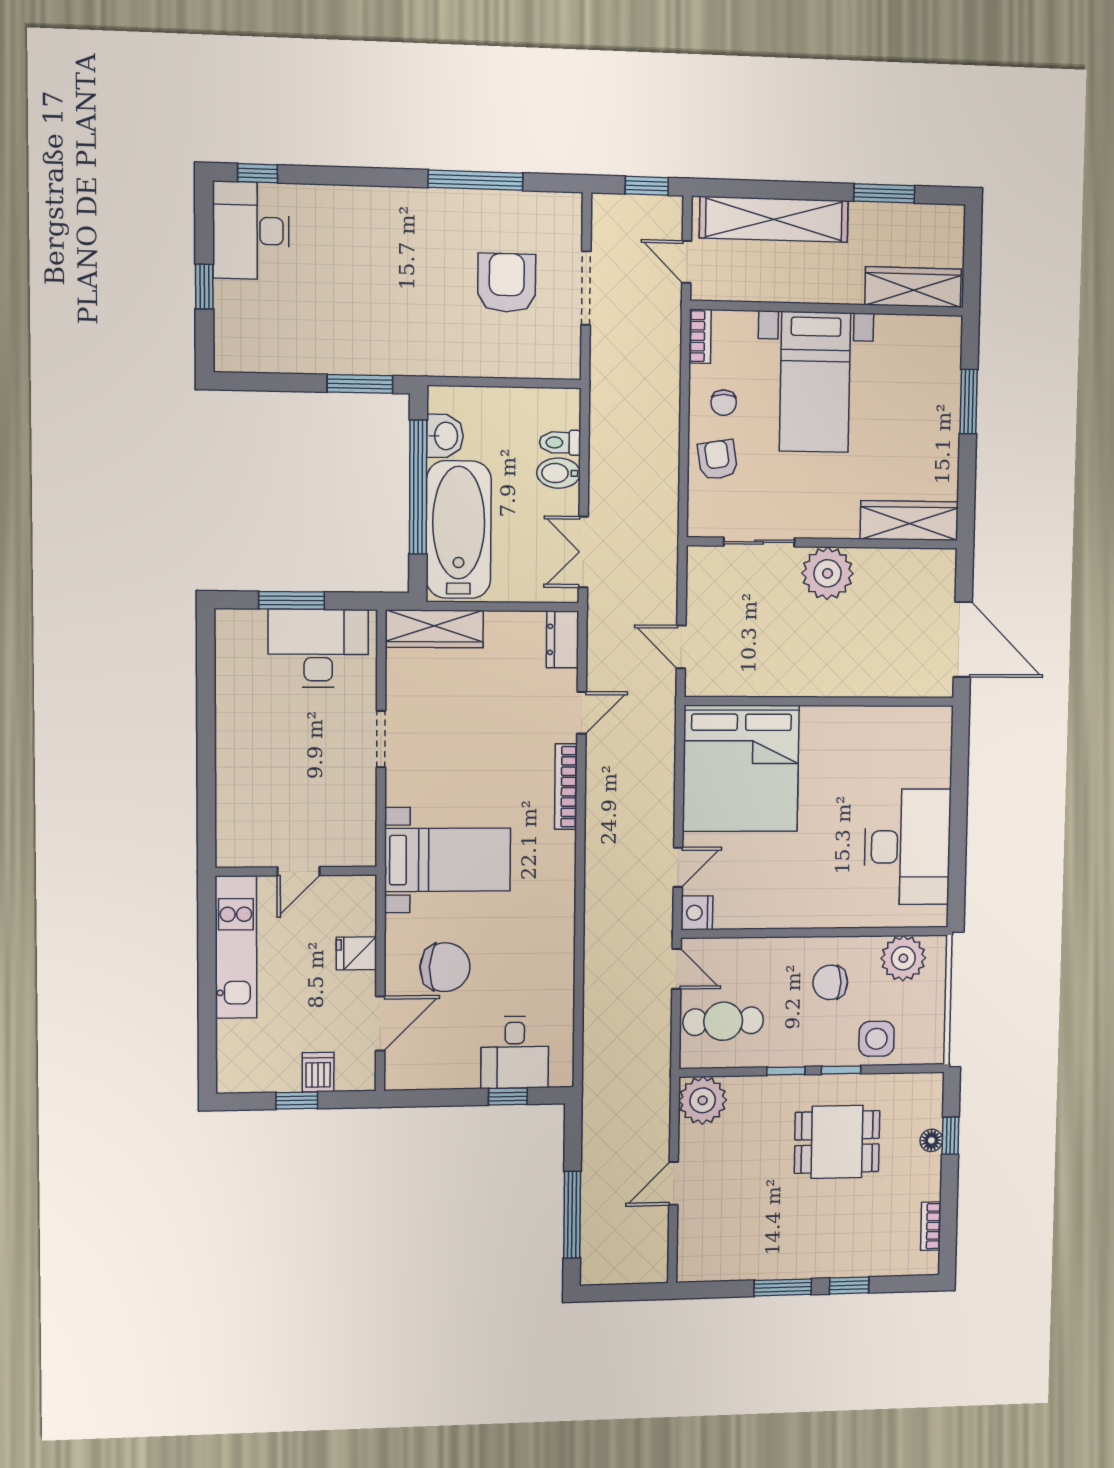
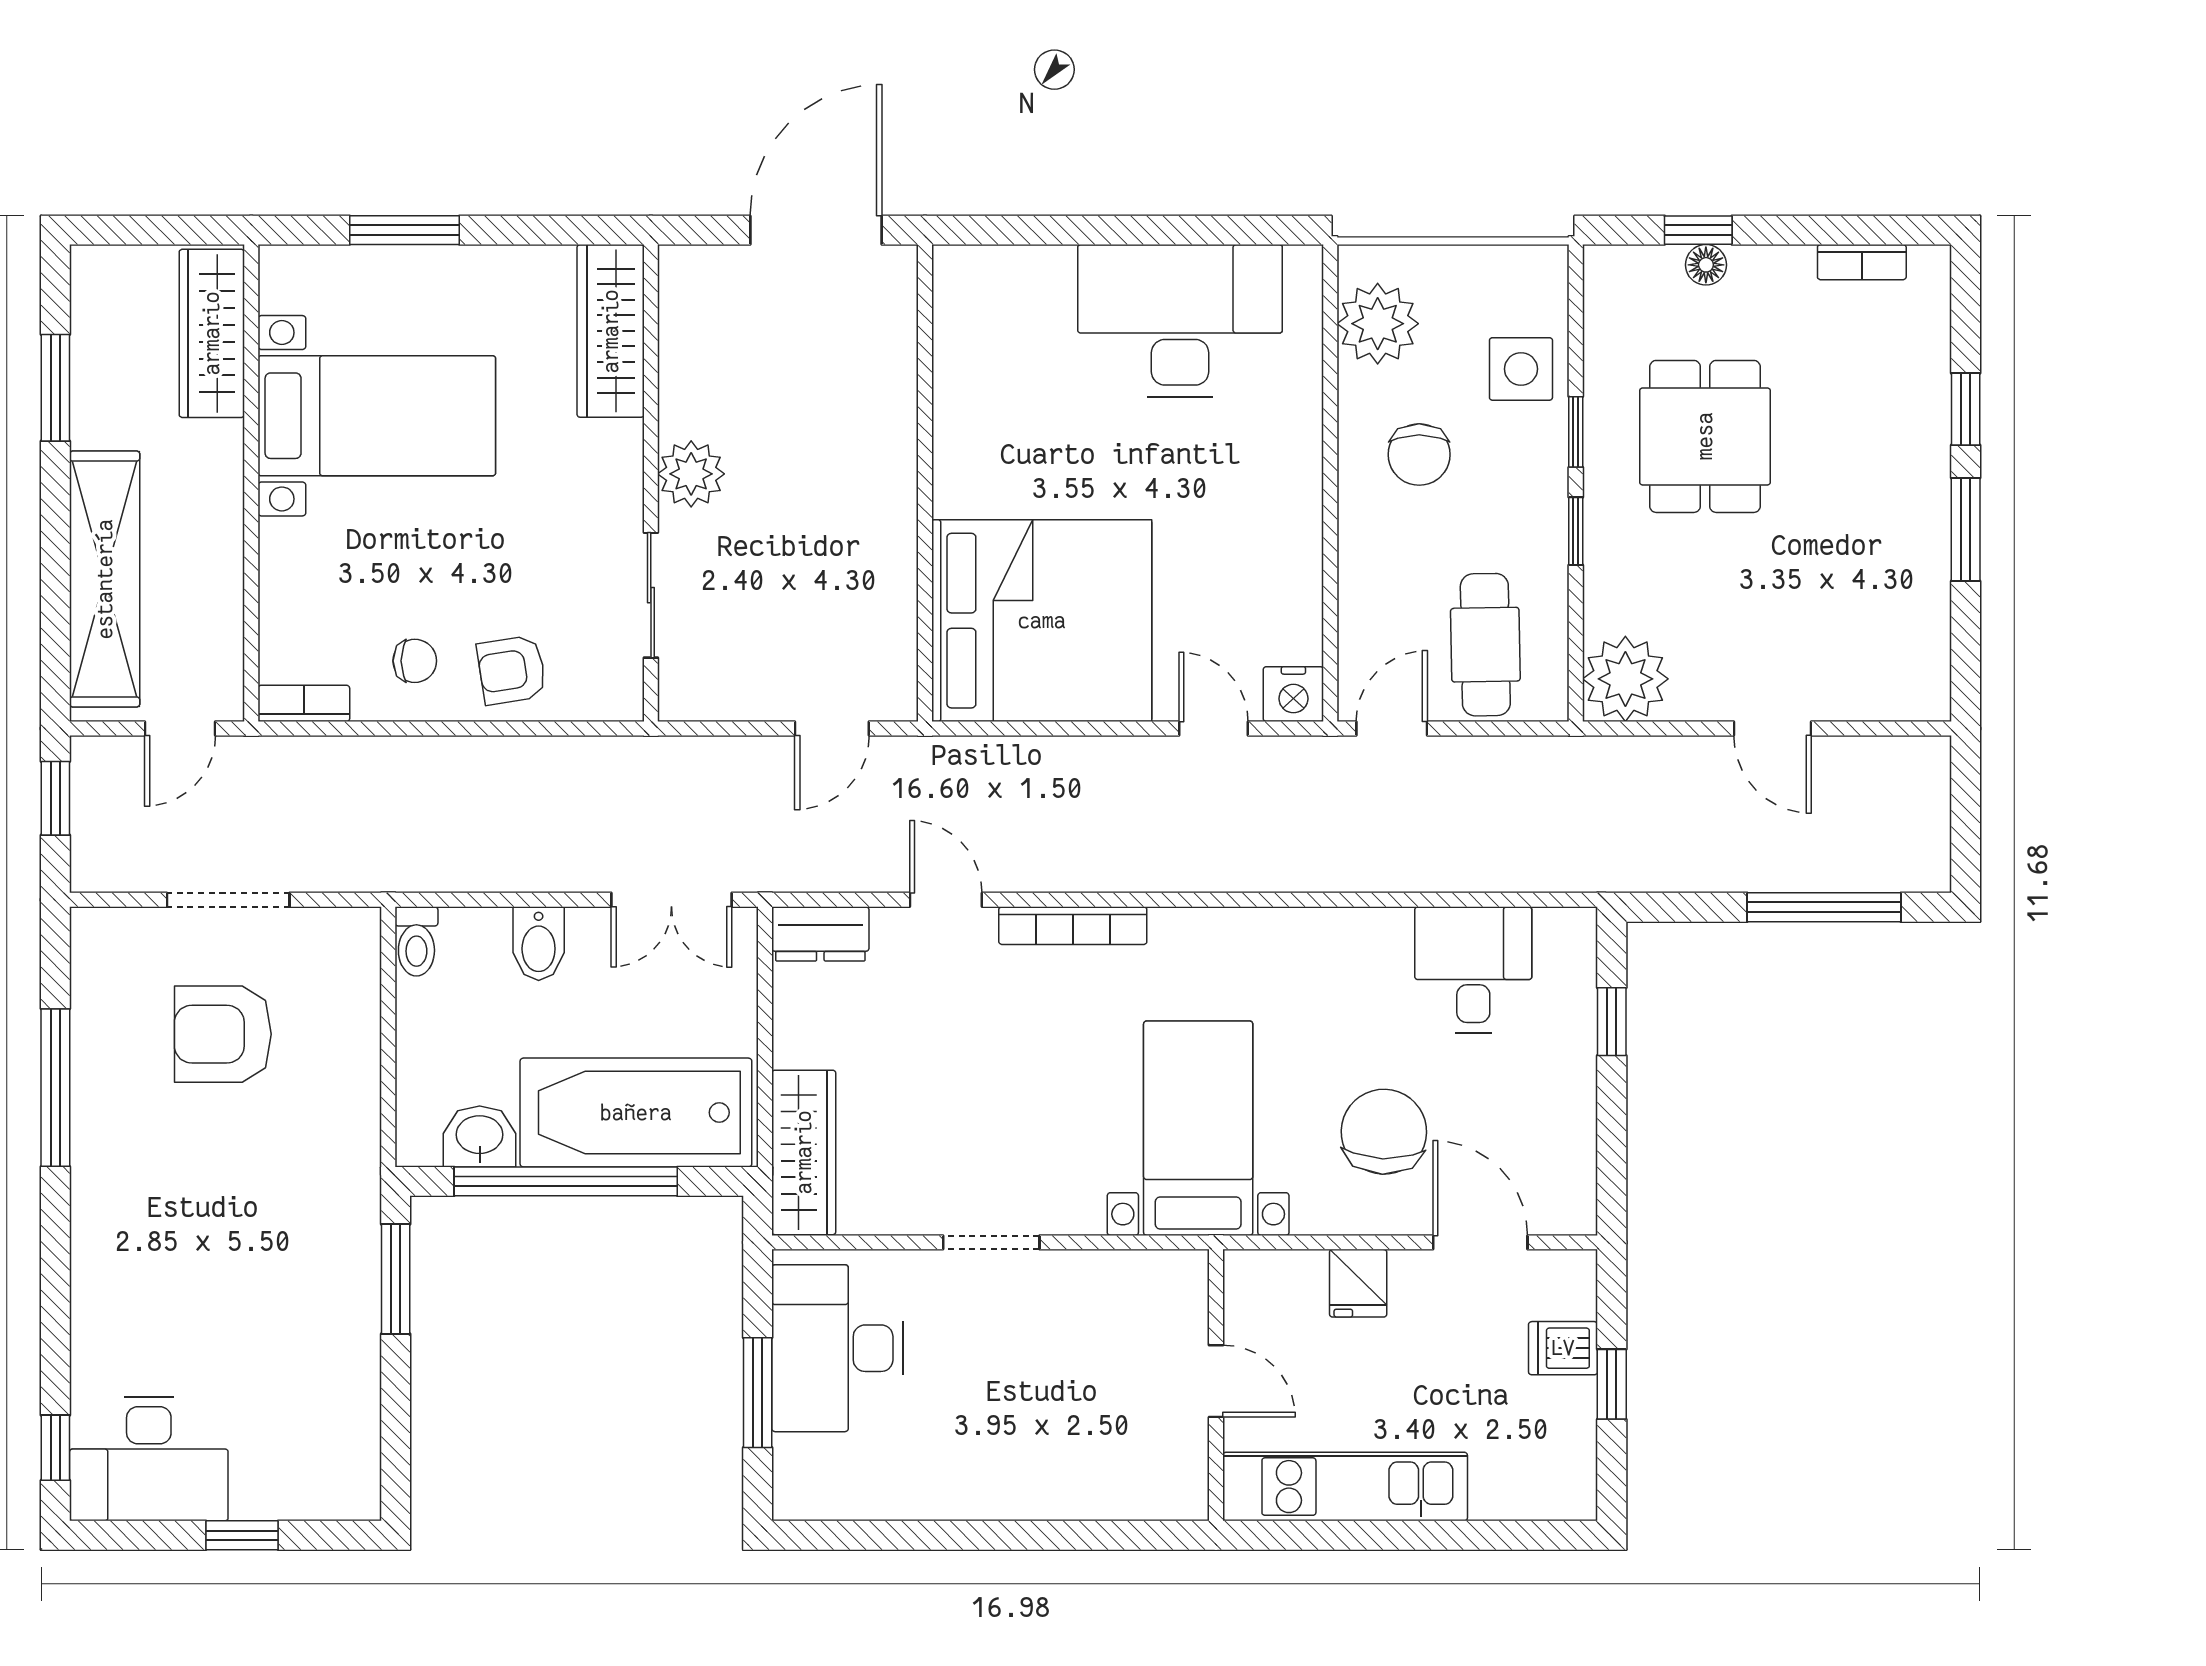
bed with nightstands: (815, 382) -> (377, 416), moved
toilet: (560, 443) -> (416, 941), moved
plant: (827, 573) -> (691, 474), width x0.73, depth x0.73
desk: (515, 1052) -> (1473, 970), moved, turned -90

